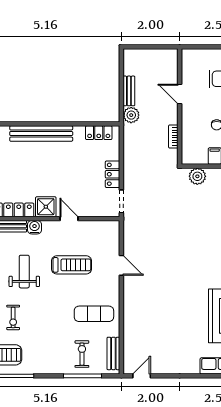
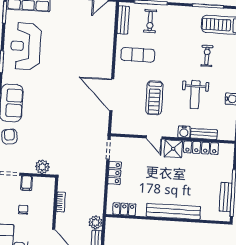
treadmill: (72, 265) -> (154, 98), turned -90
door: (121, 265) -> (112, 95), width x1.87

